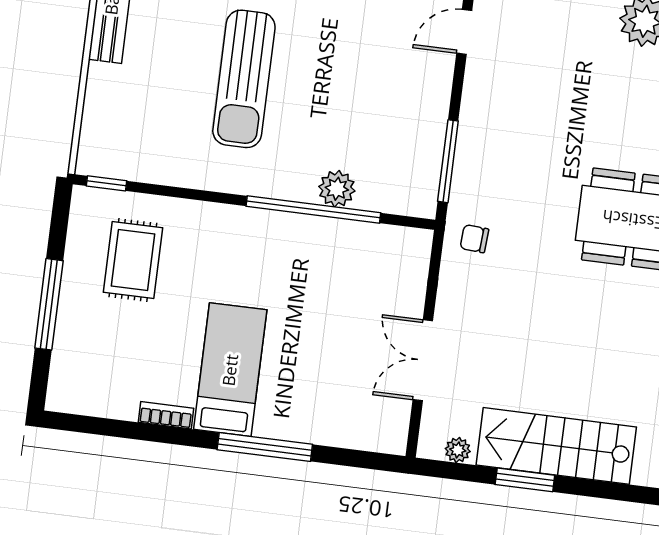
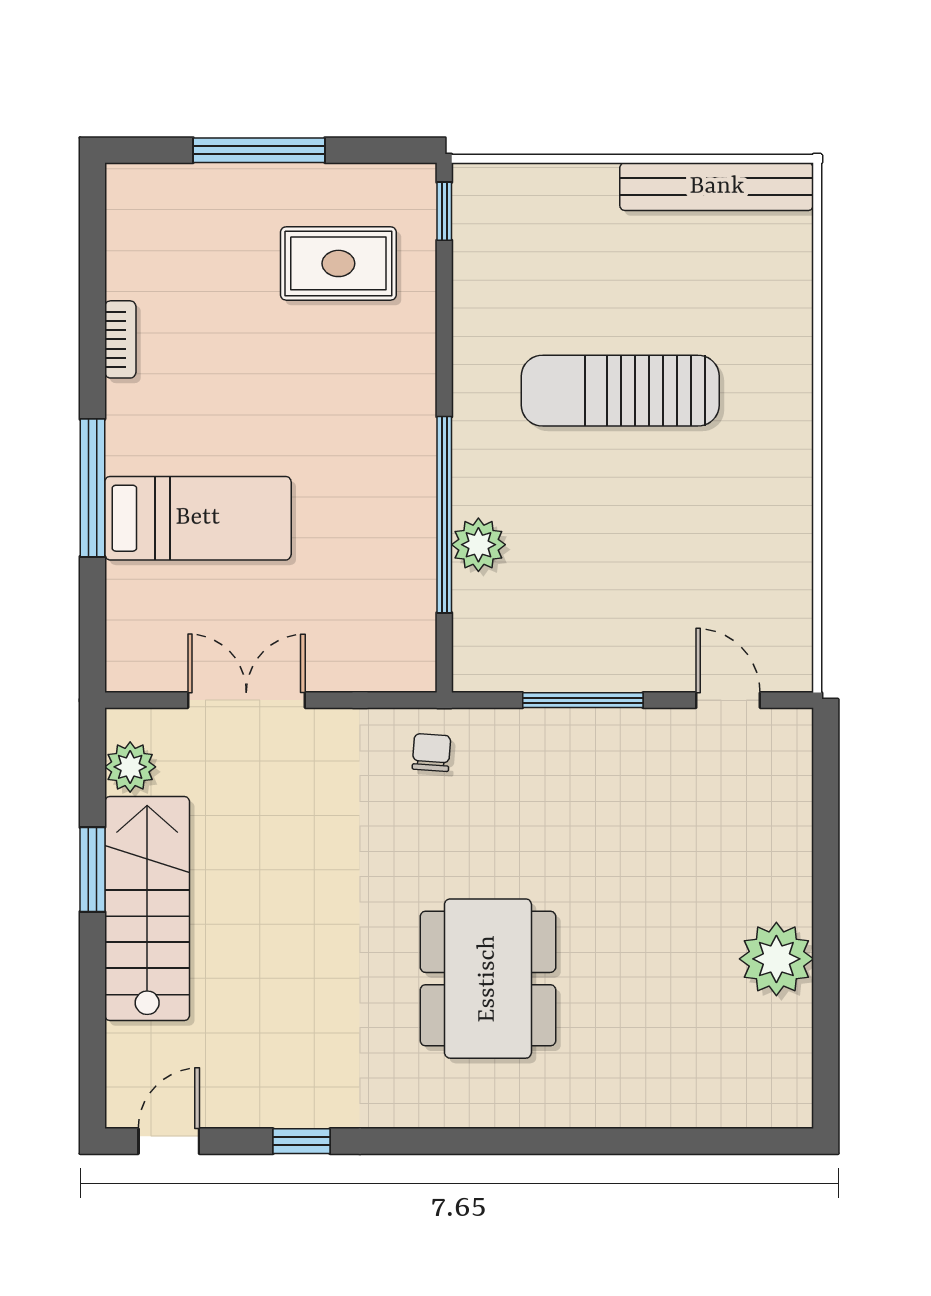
window: (448, 161) -> (583, 700), moved
bed: (230, 370) -> (198, 518), moved
plant: (458, 450) -> (130, 767), width x1.38, depth x1.38

